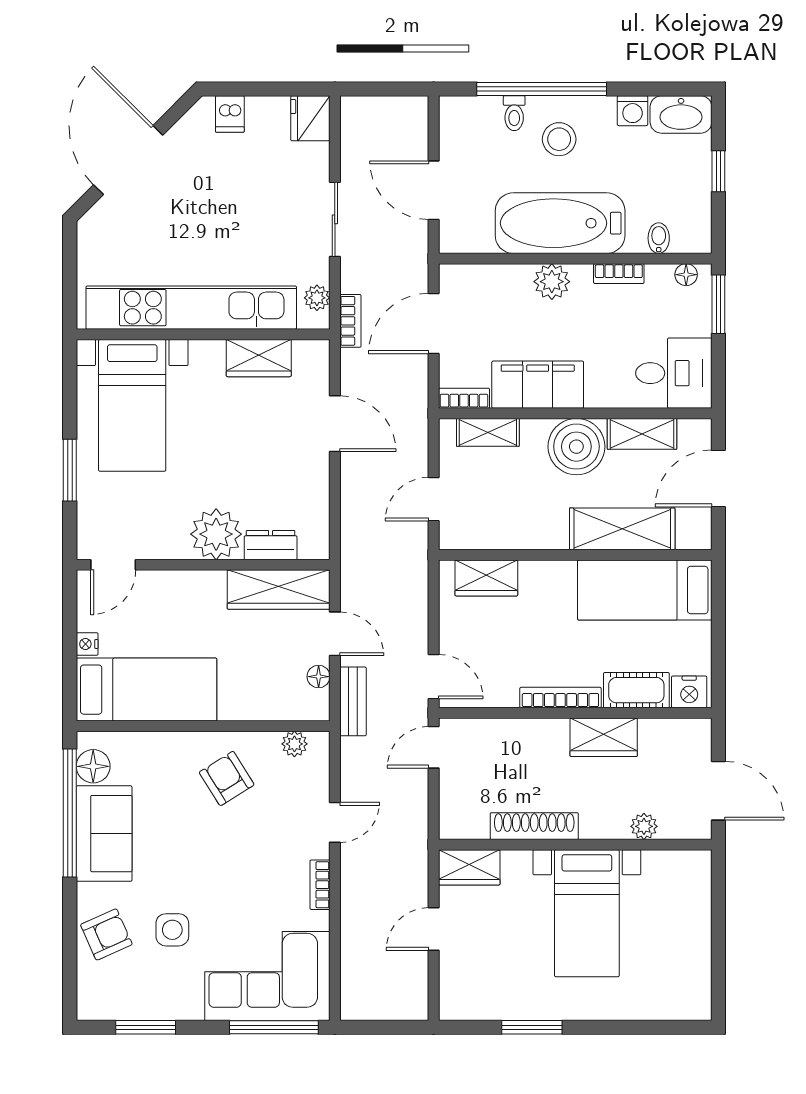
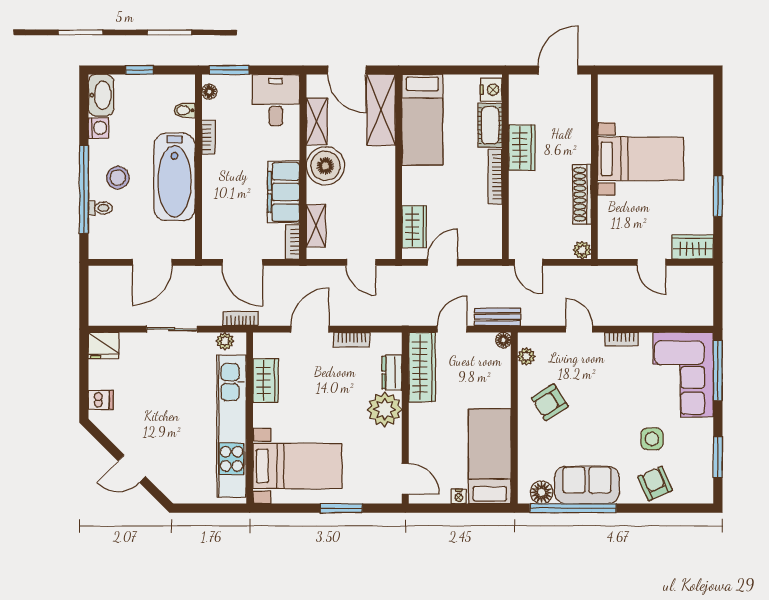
door: (128, 160) -> (132, 469), width x0.53
plant: (552, 282) -> (214, 183), removed
bookcase: (319, 486) -> (352, 340), added
shelving: (622, 529) -> (381, 110), moved
floor lamp: (319, 677) -> (503, 340), moved
door: (434, 677) -> (442, 262), moved
plant: (644, 826) -> (582, 250), moved
wardrobe: (469, 867) -> (693, 247), moved, turned -90

